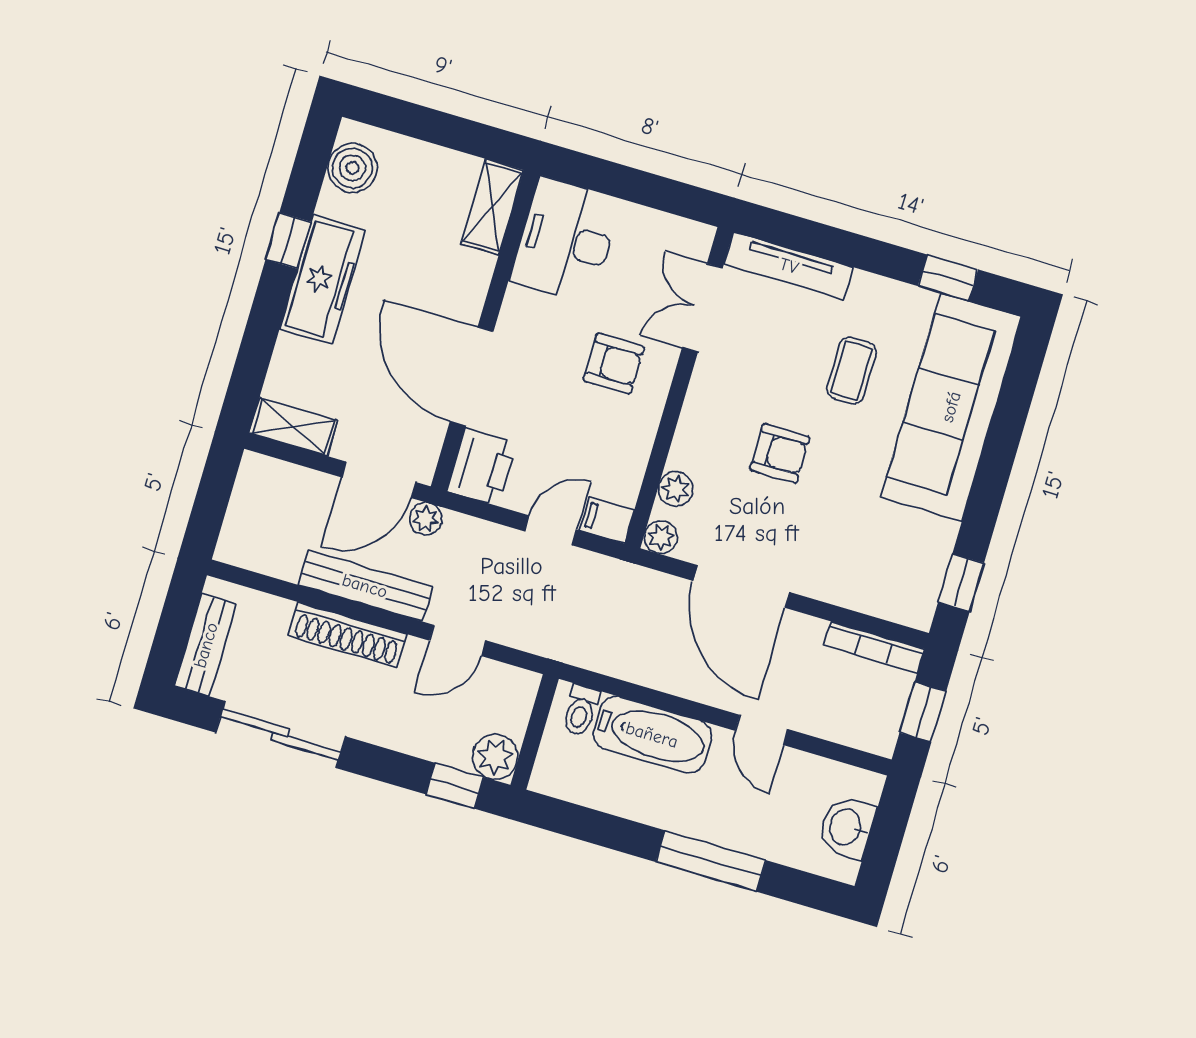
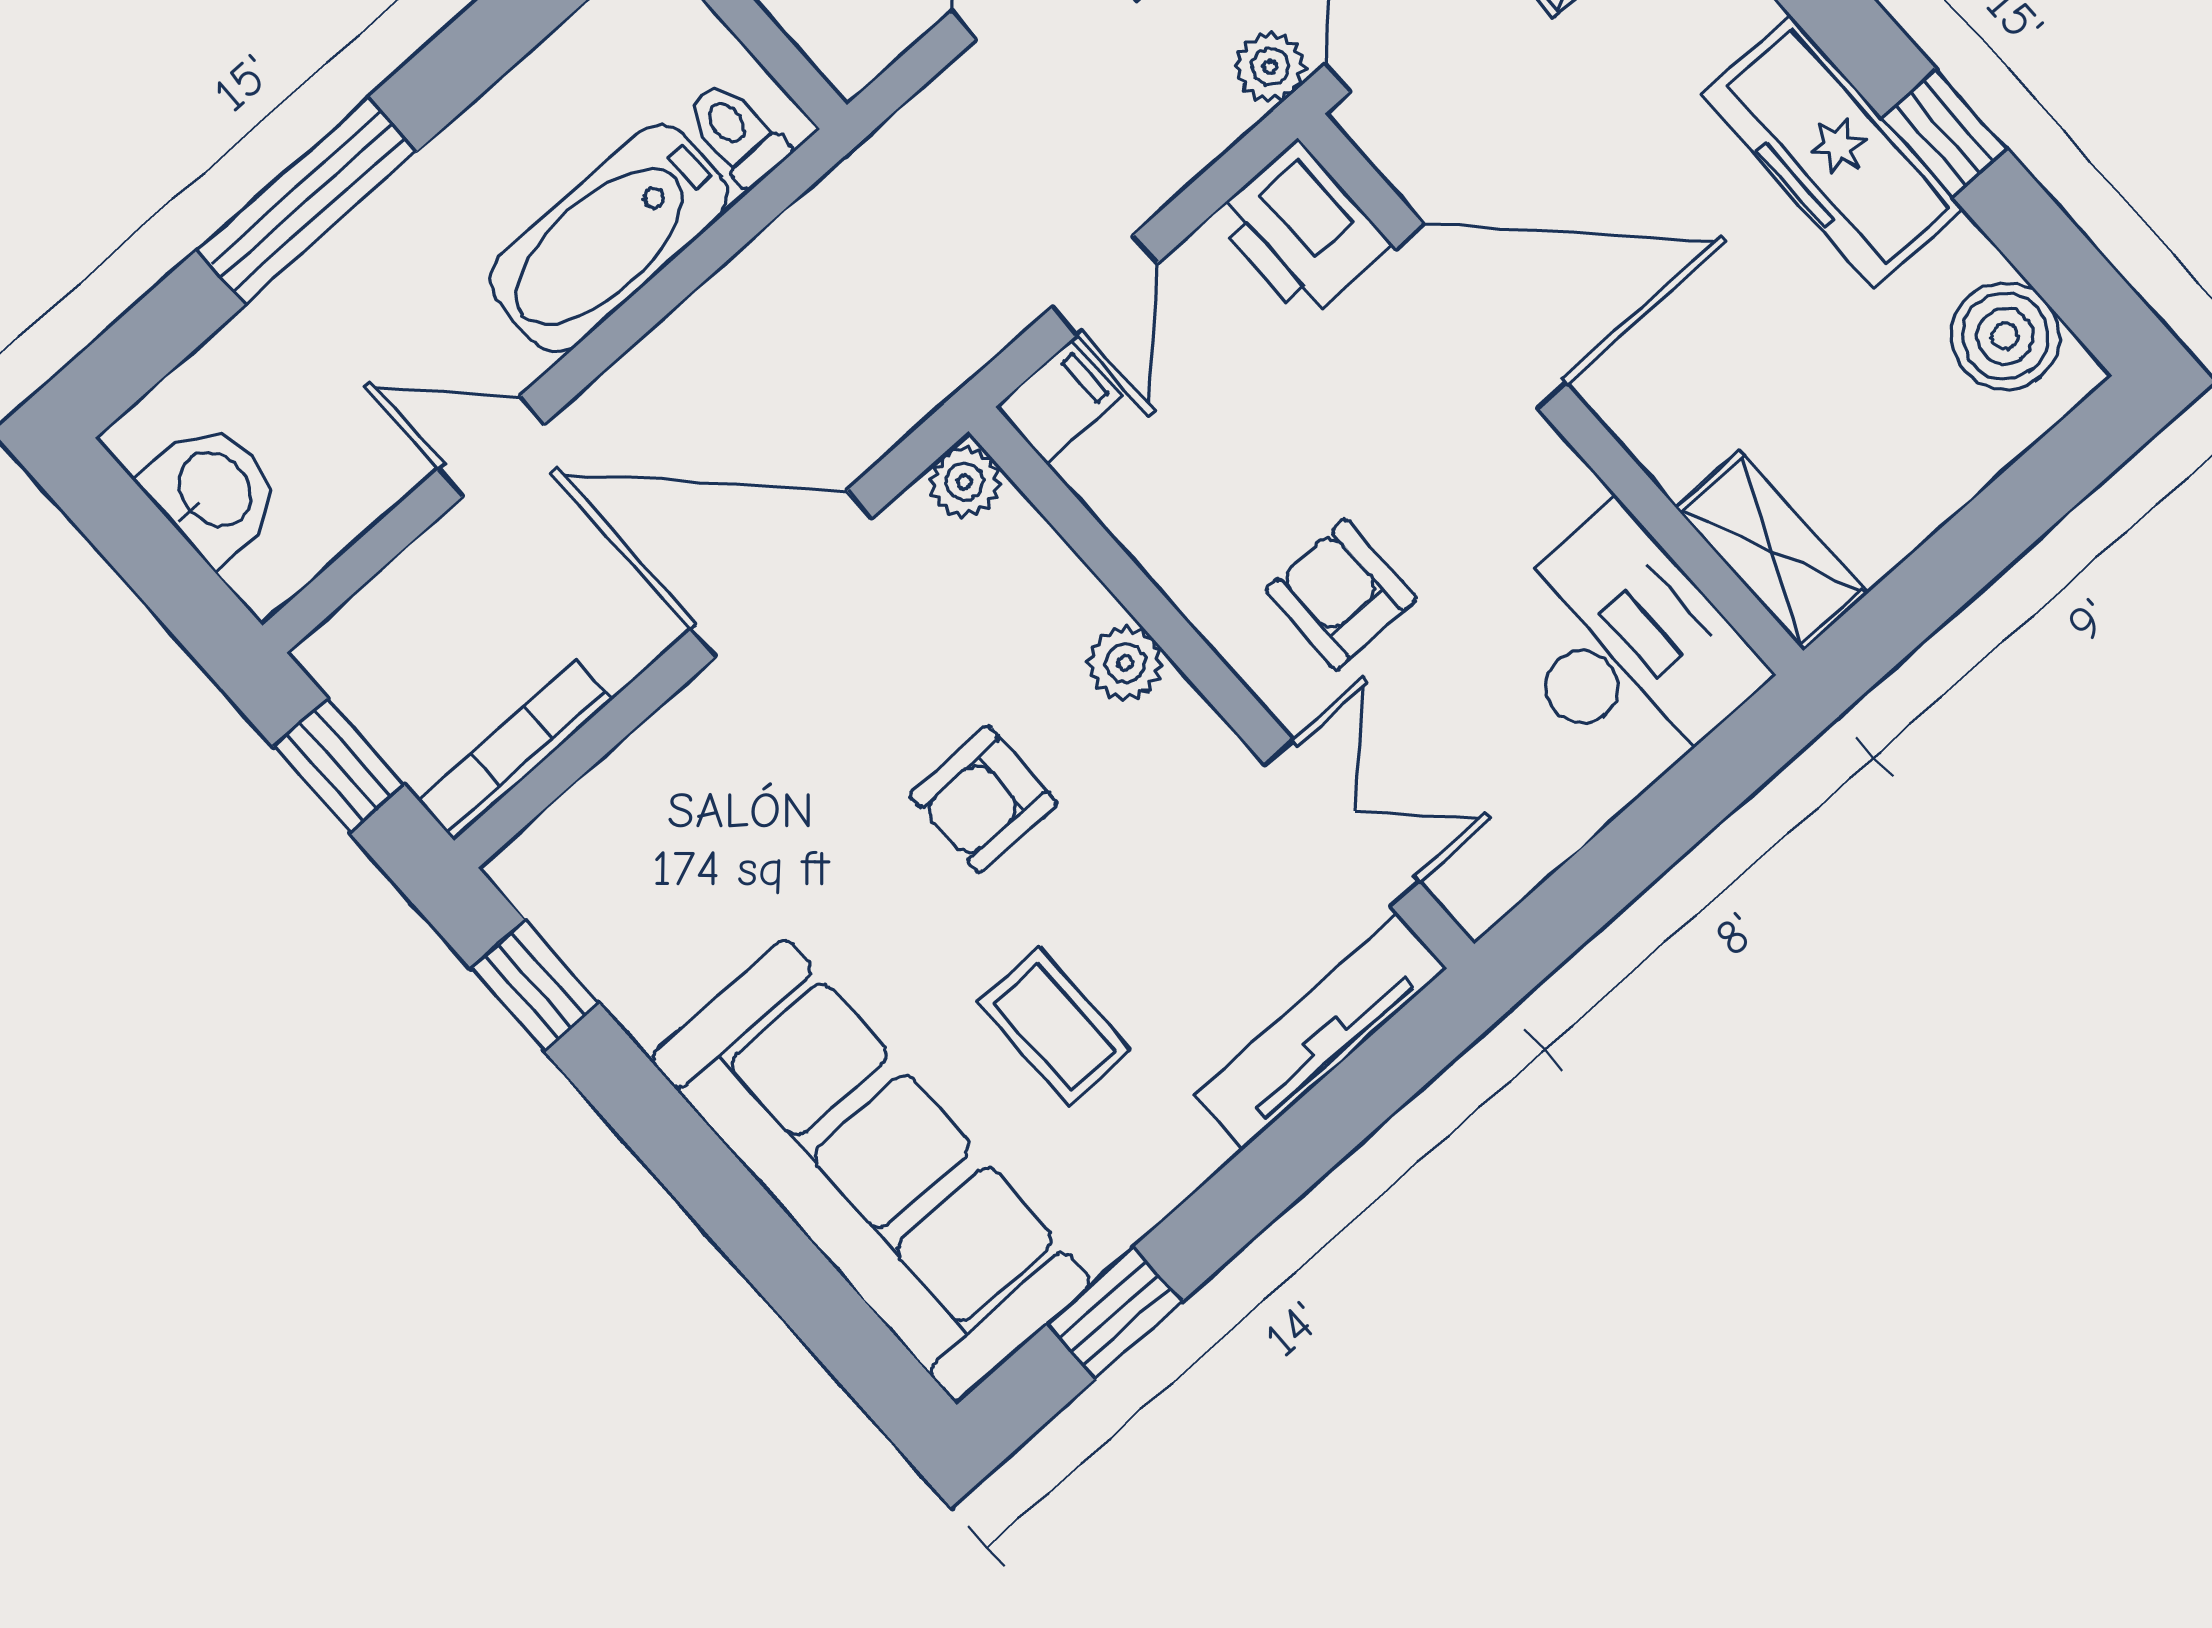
armchair: (614, 364) -> (1341, 595), turned 90
plant: (676, 489) -> (1125, 663), moved

